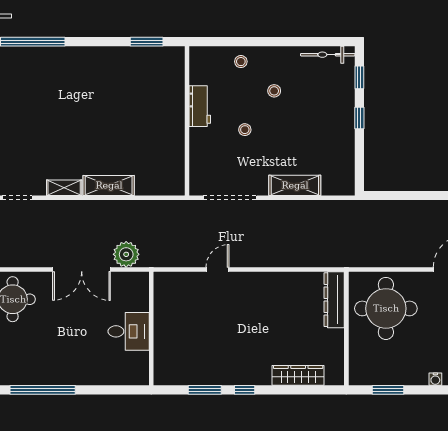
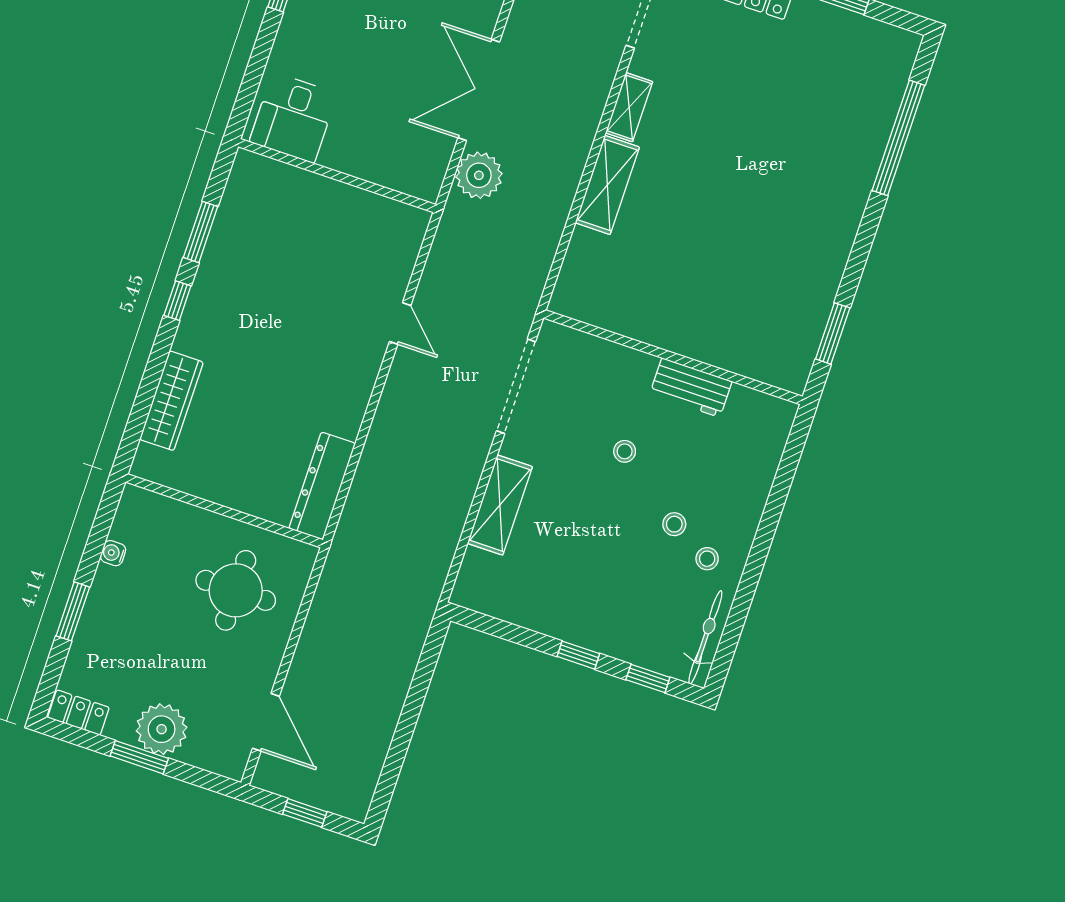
stool: (241, 62) -> (707, 559), moved
dresser: (334, 300) -> (322, 486), moved, turned -90
round table: (386, 308) -> (236, 590), width x0.73, depth x0.73
desk: (129, 331) -> (293, 118), moved
water cooler: (435, 379) -> (113, 553), moved
window: (388, 390) -> (73, 611), moved

